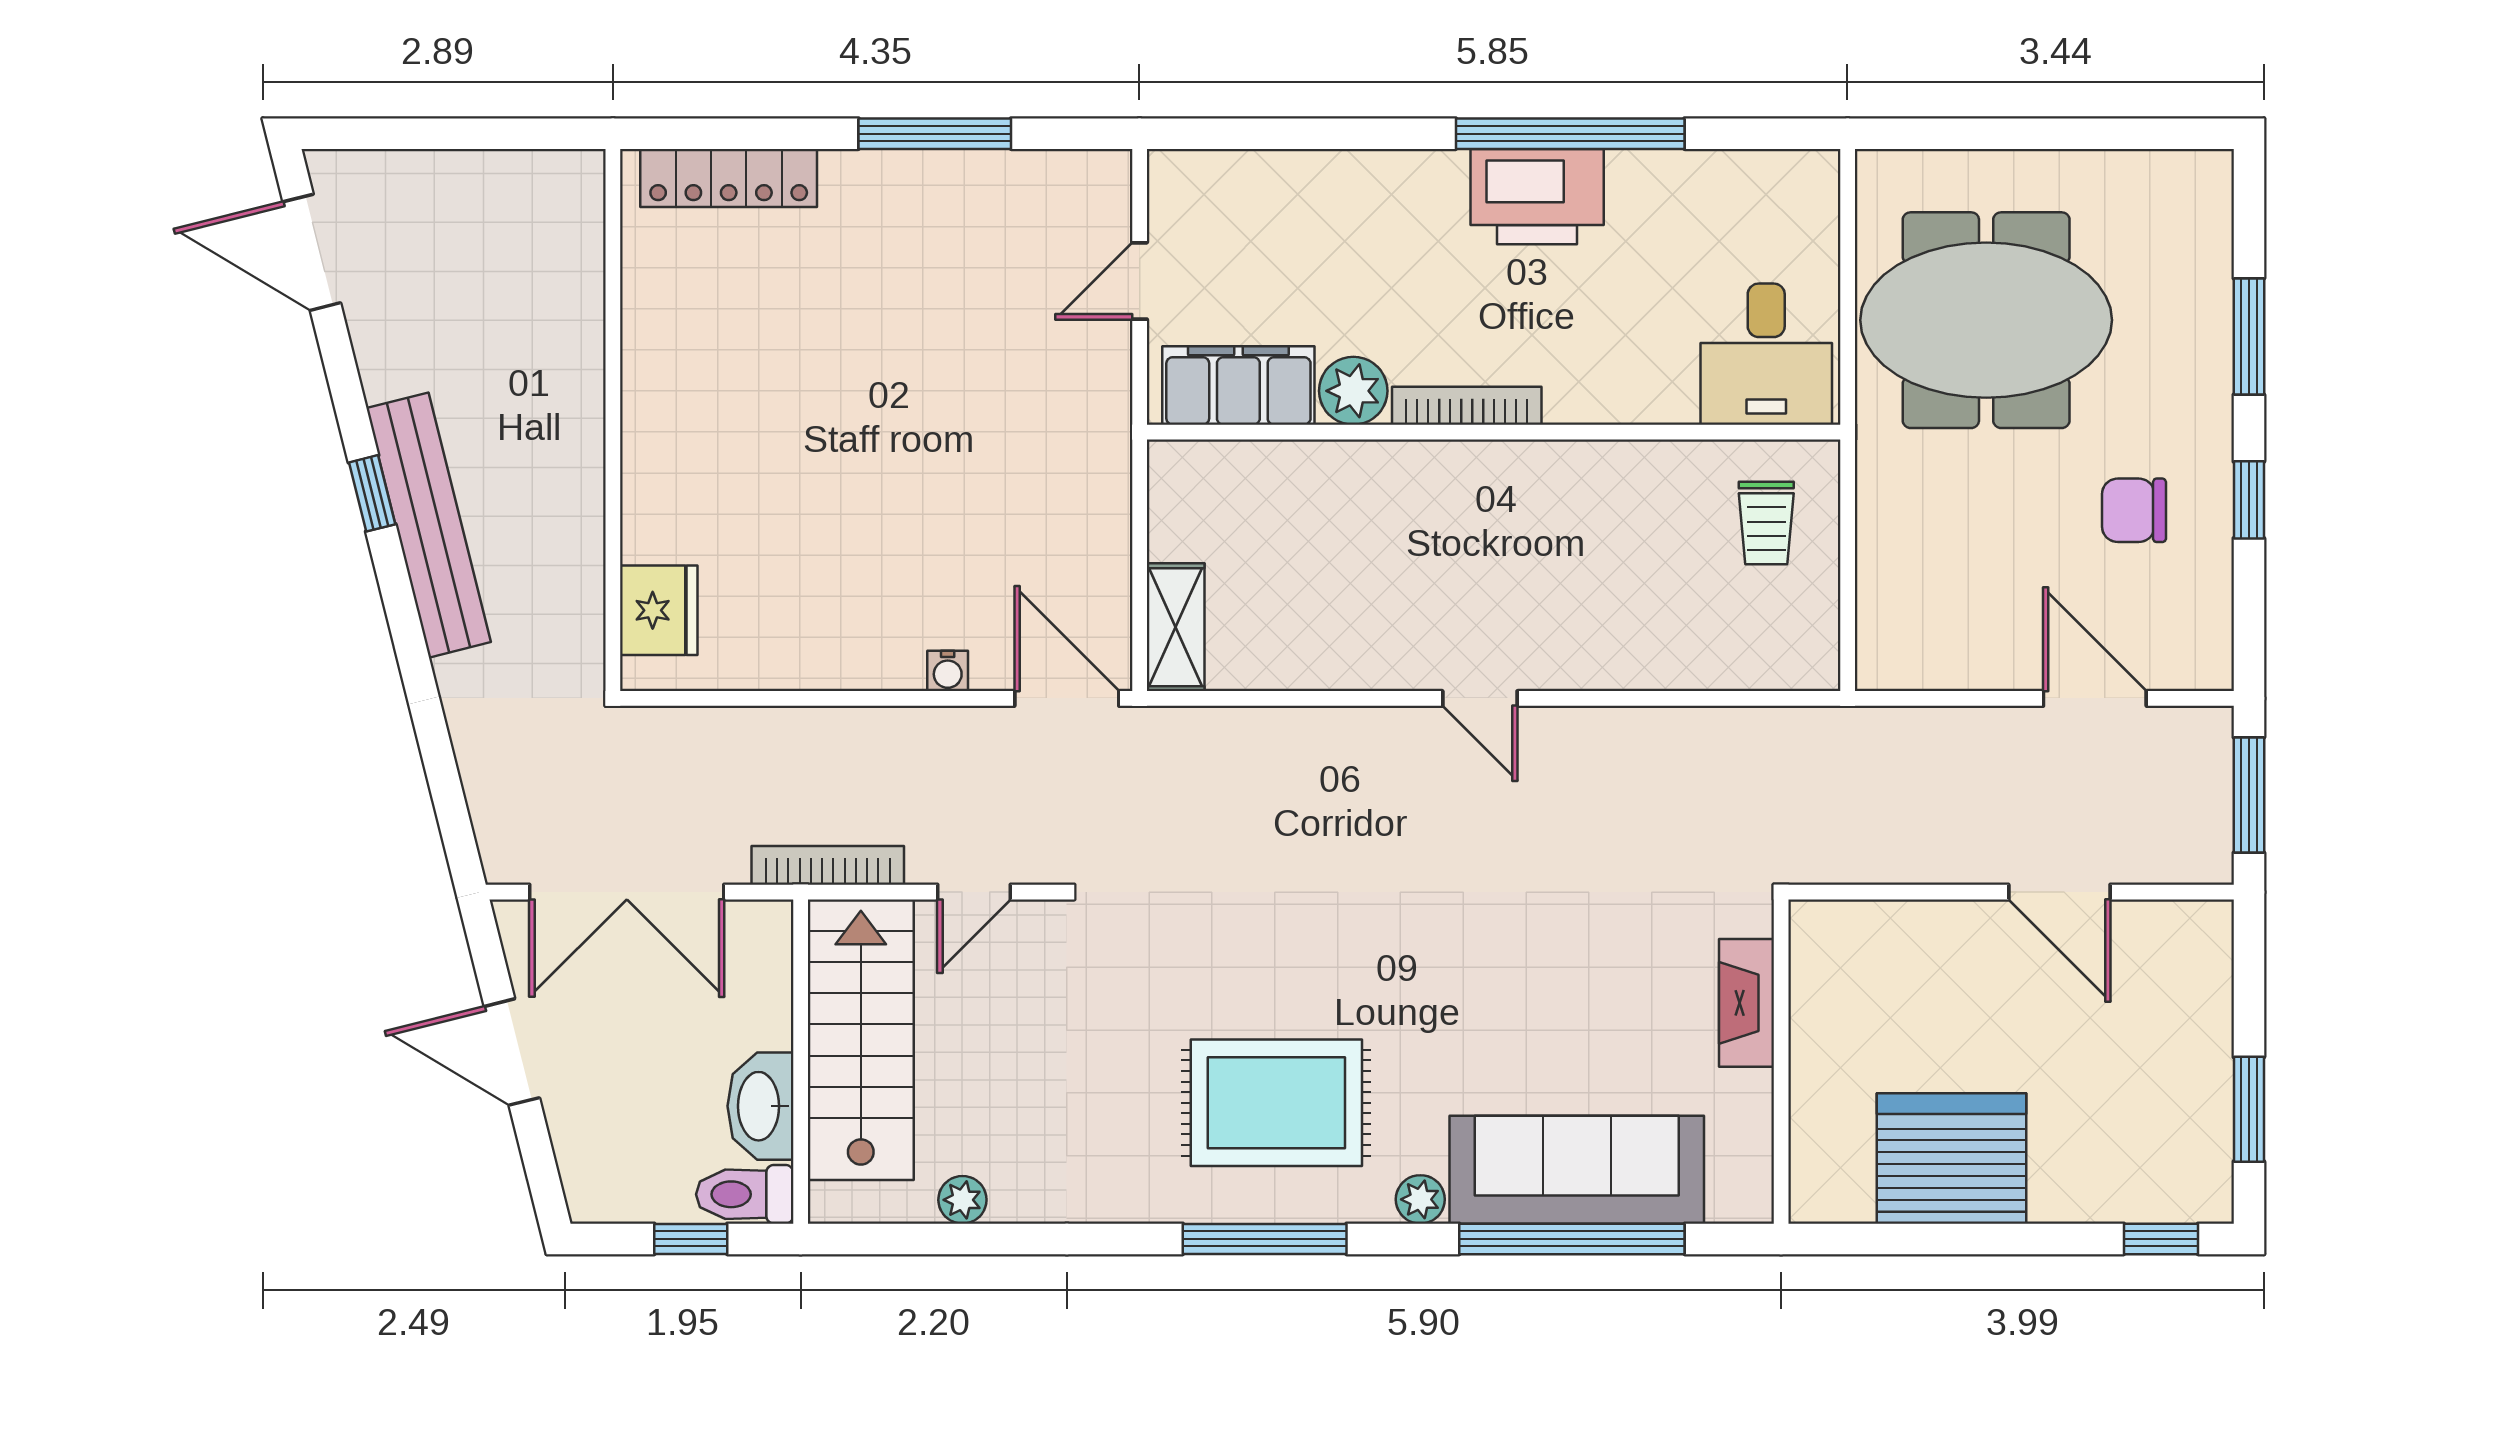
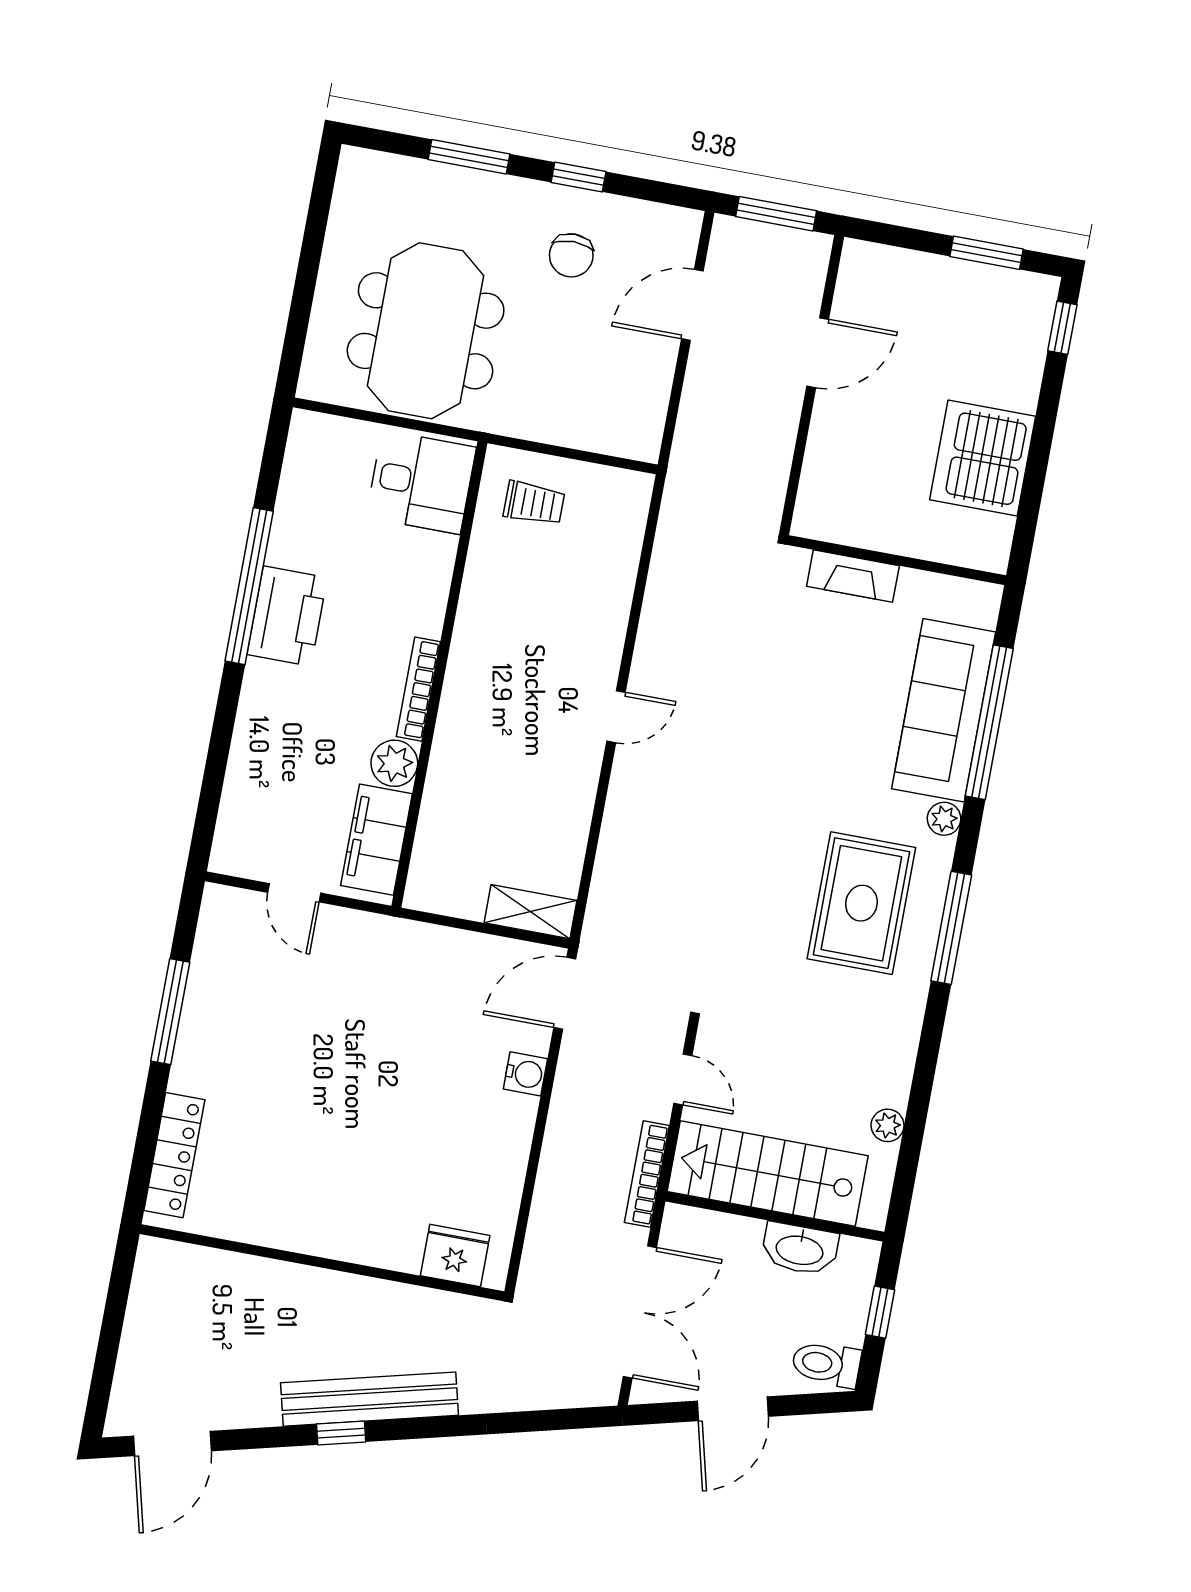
water cooler: (948, 671) -> (525, 1074), width x1.38, depth x1.38
toilet: (745, 1194) -> (826, 1364), moved, turned 90

